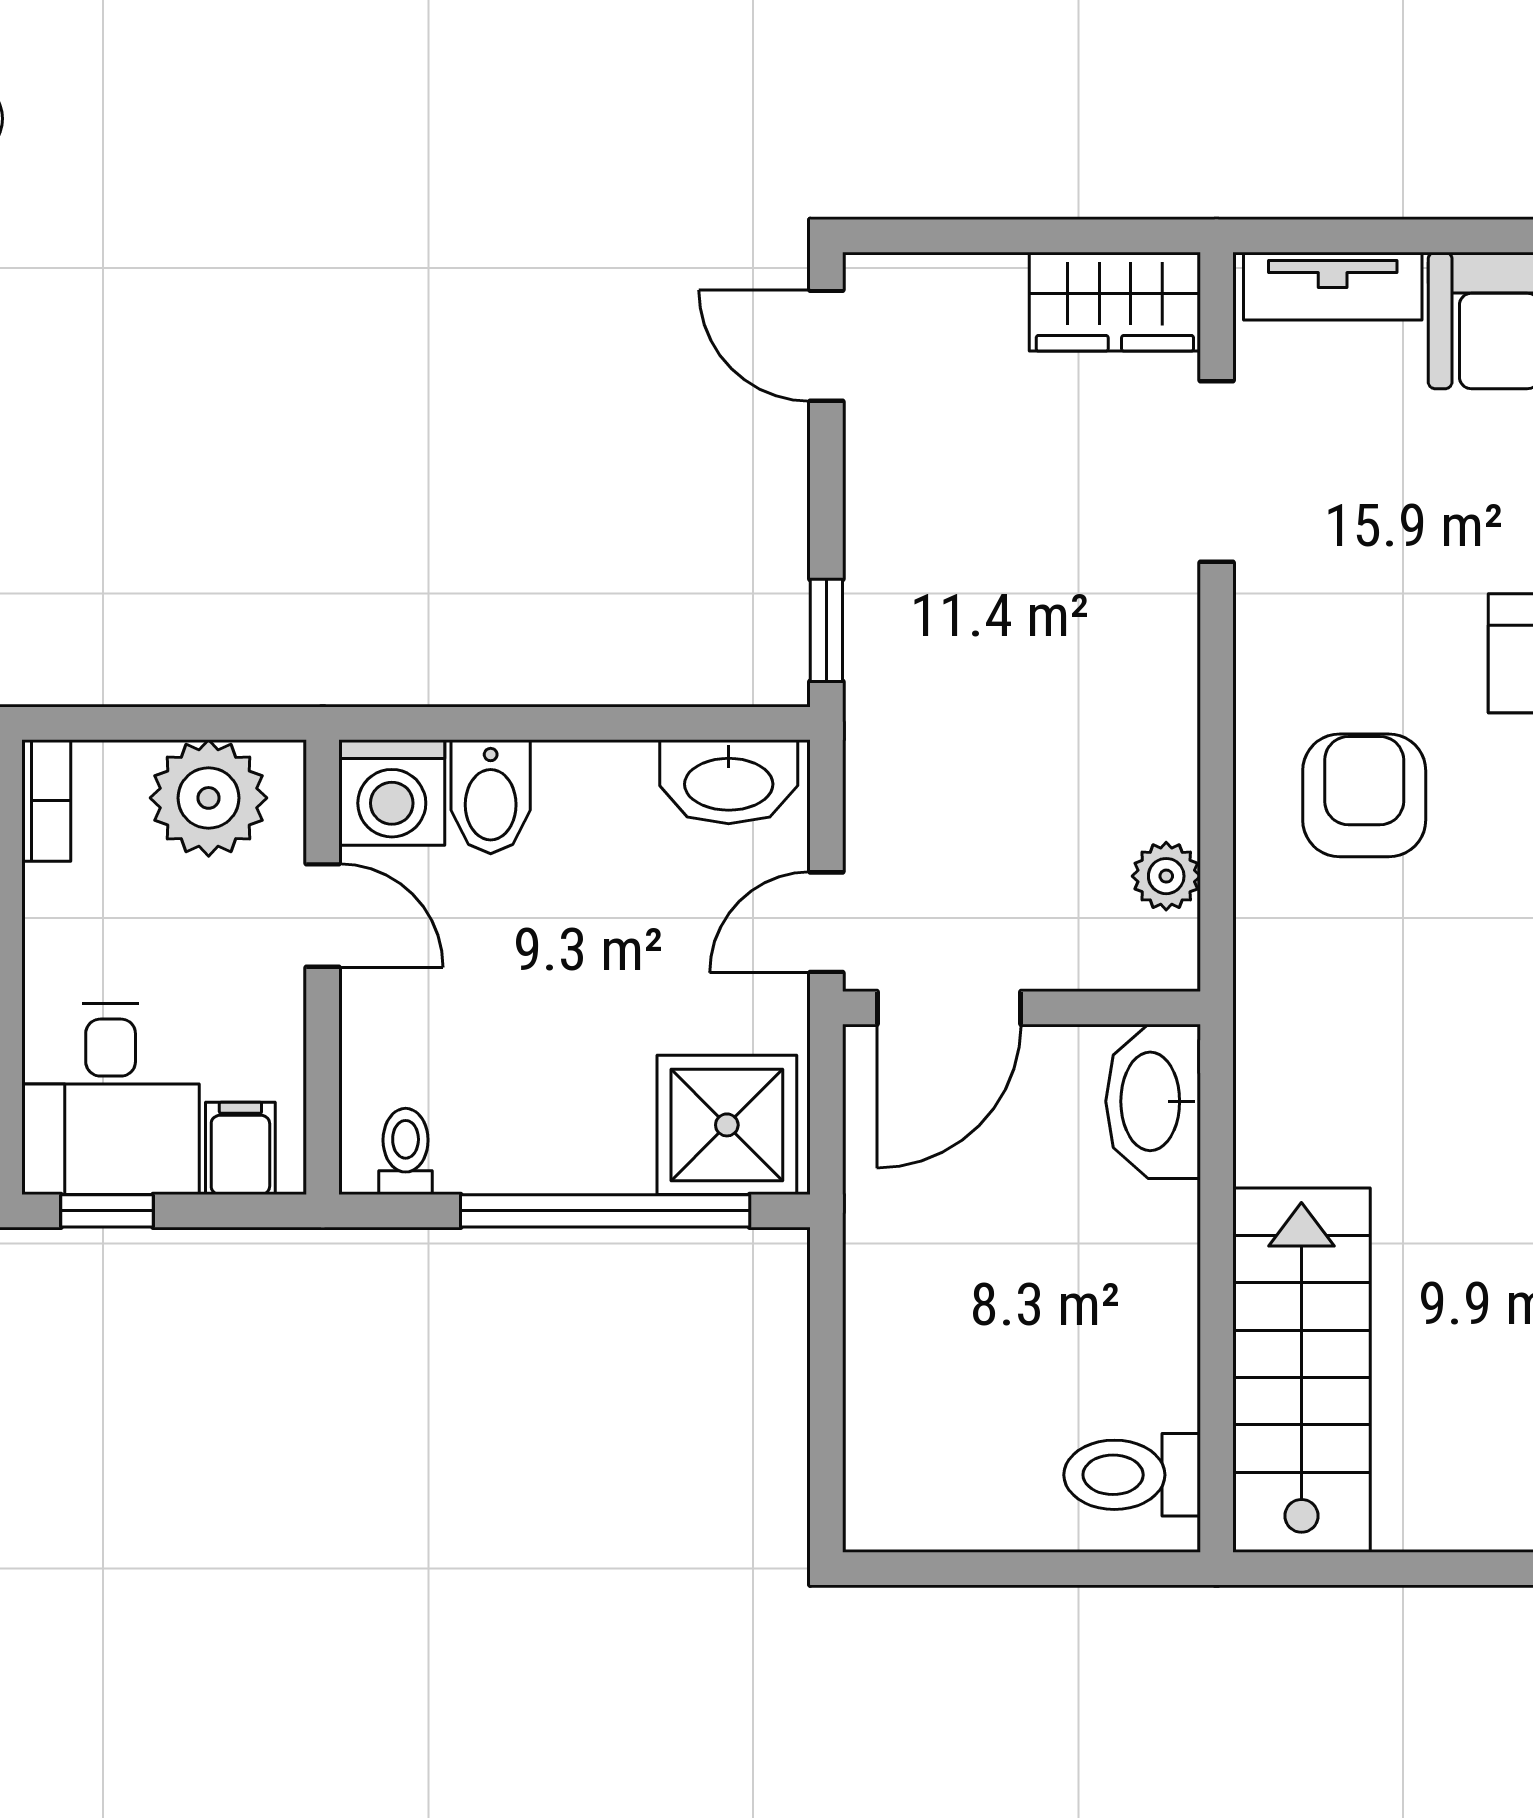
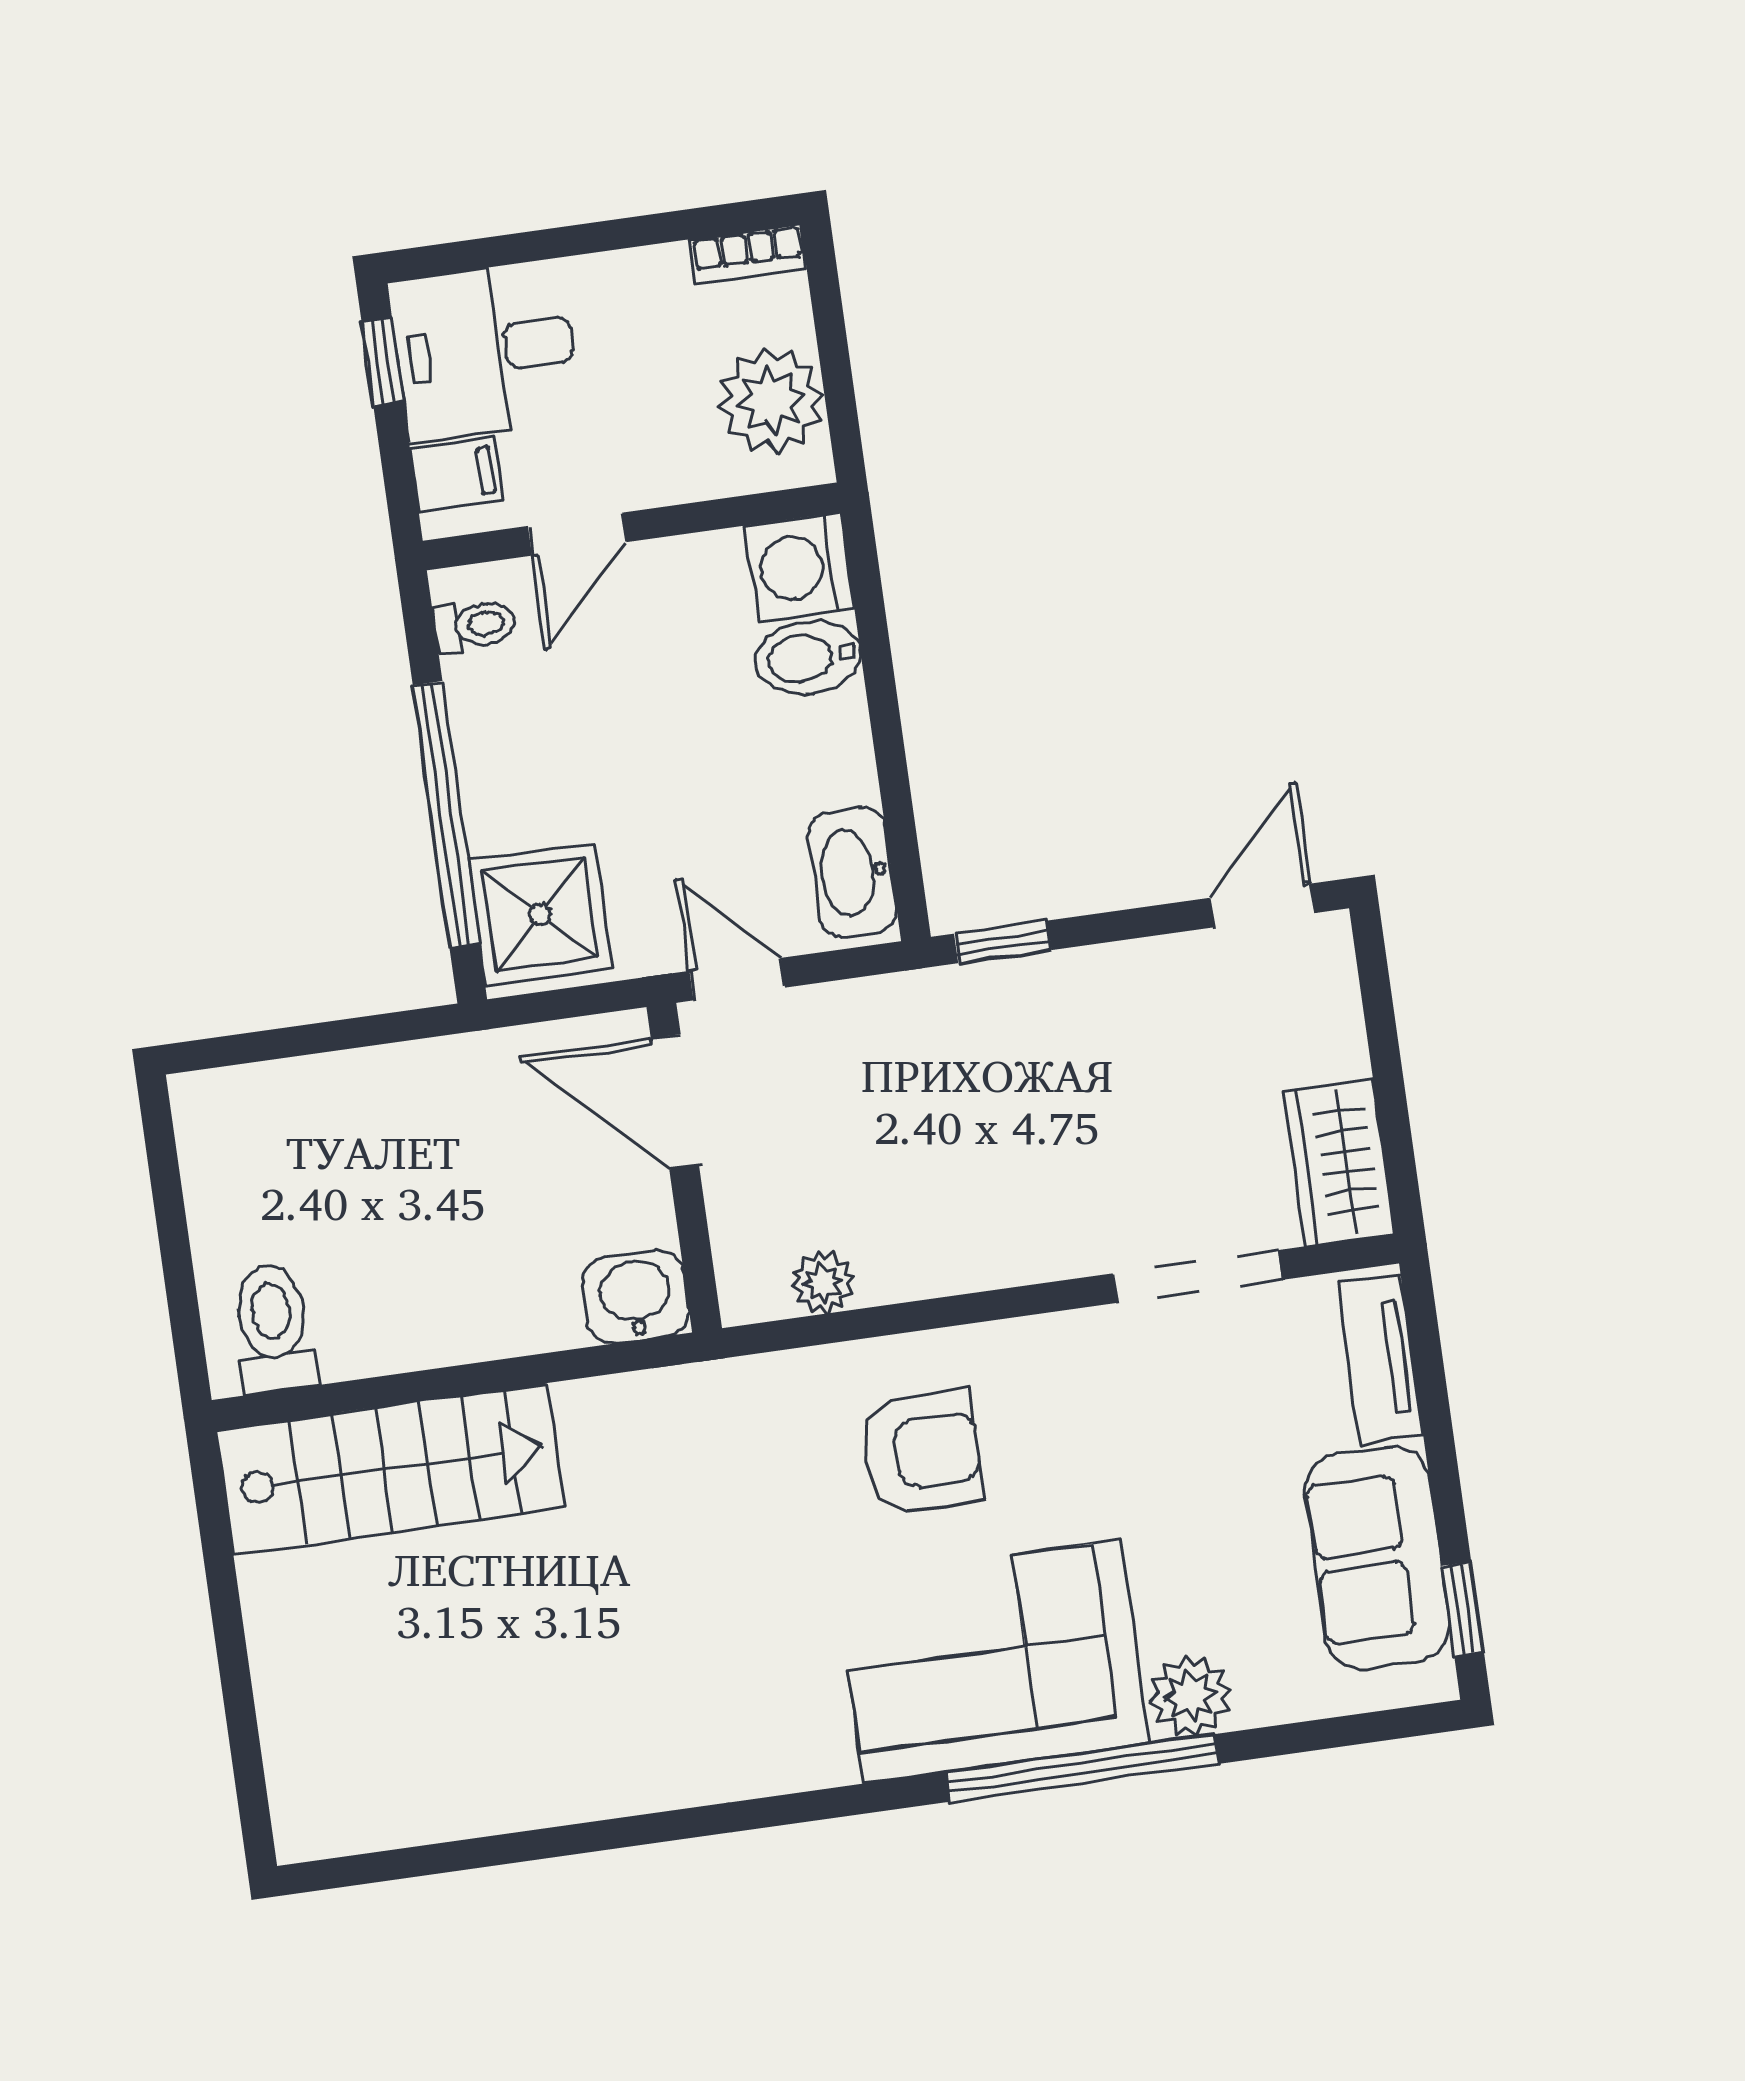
door: (323, 916) -> (577, 534), moved
washbasin: (1153, 1101) -> (635, 1297), width x0.72

